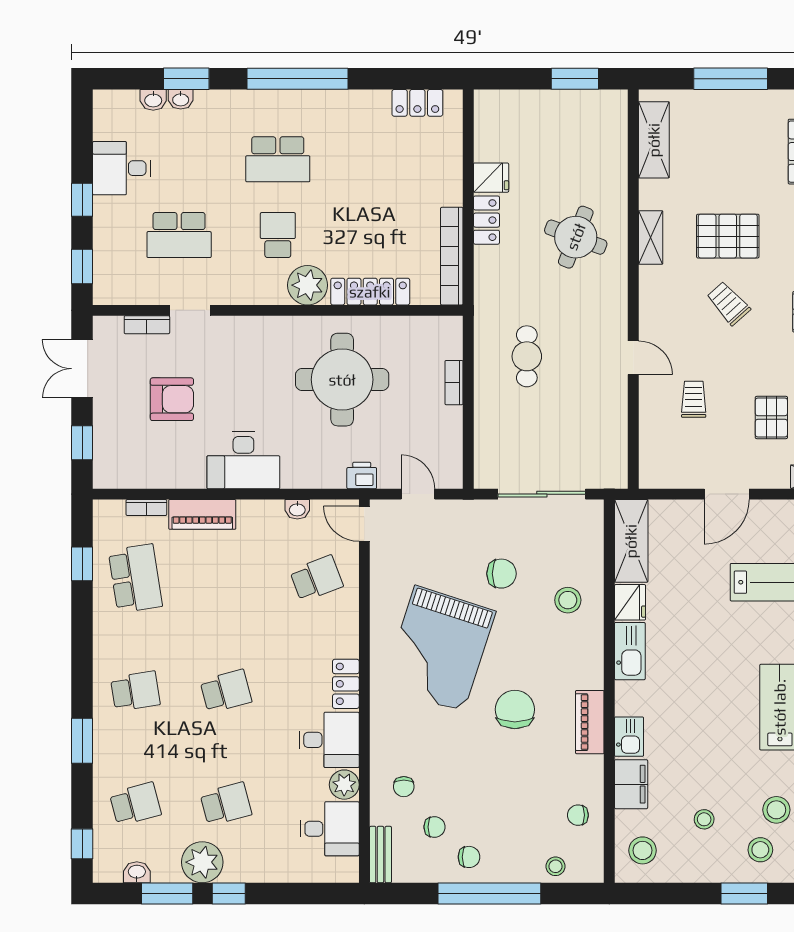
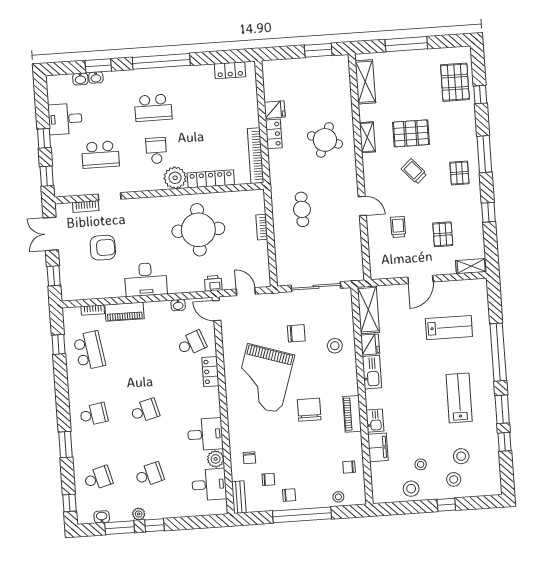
locker: (346, 684) -> (210, 372), moved
stool: (643, 850) -> (411, 489), moved
plant: (202, 862) -> (139, 514), width x0.53, depth x0.53
window: (744, 894) -> (446, 505), width x0.67

